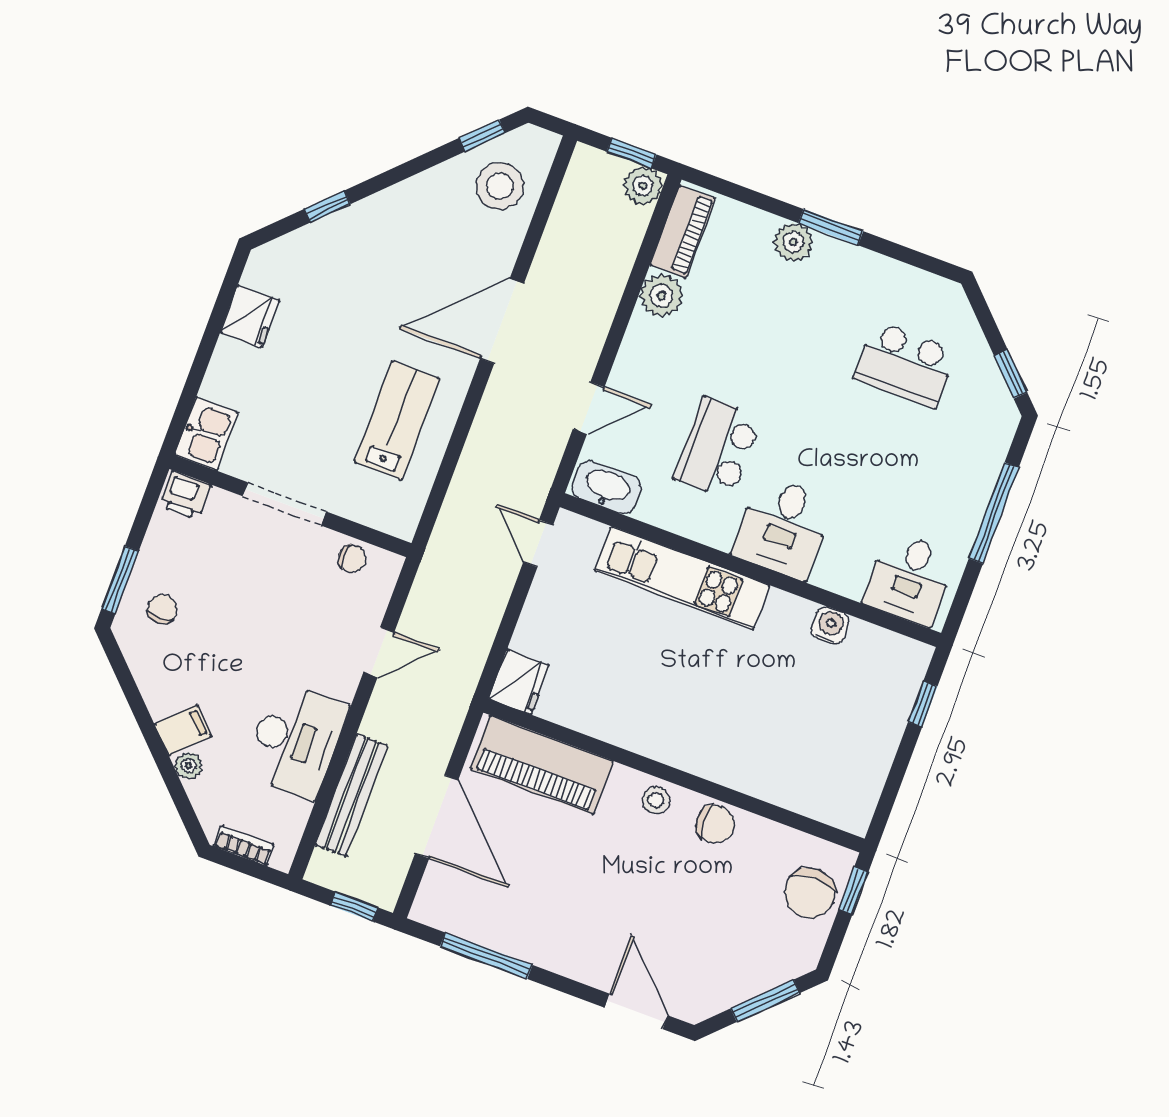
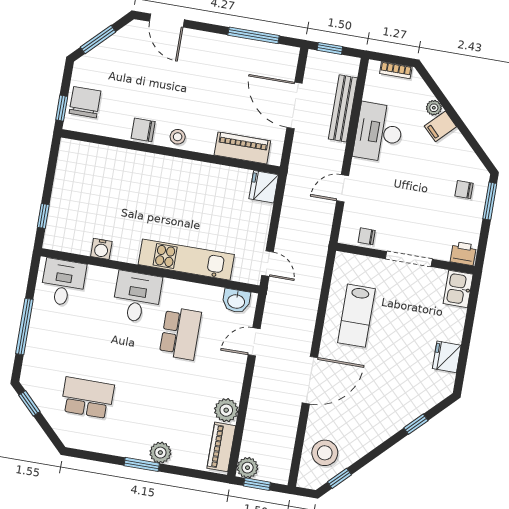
washbasin: (607, 487) -> (236, 301), width x0.72
chair: (162, 609) -> (464, 190), turned 90
piano: (542, 765) -> (242, 148), width x0.73, depth x0.75

